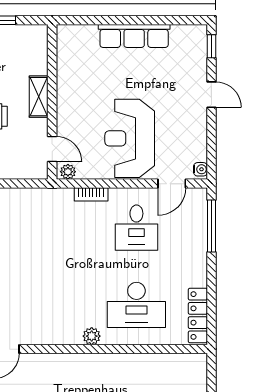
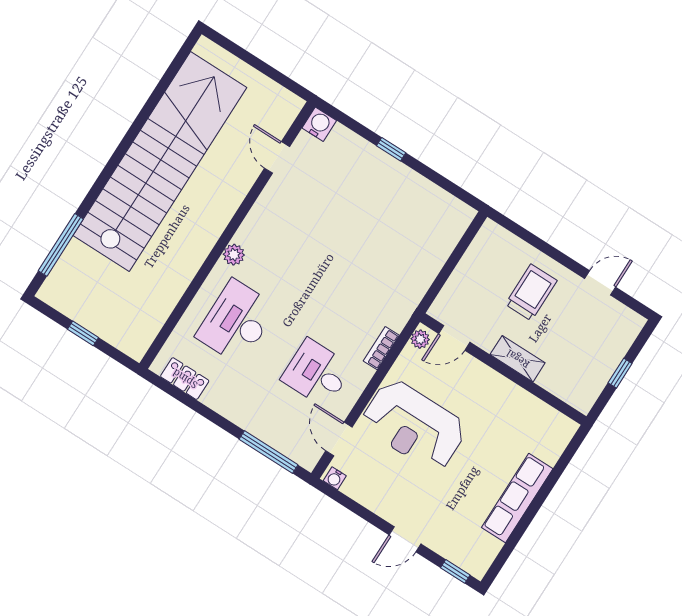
reception desk: (130, 138) -> (414, 425), turned 180
locker: (198, 316) -> (185, 379), width x0.66

